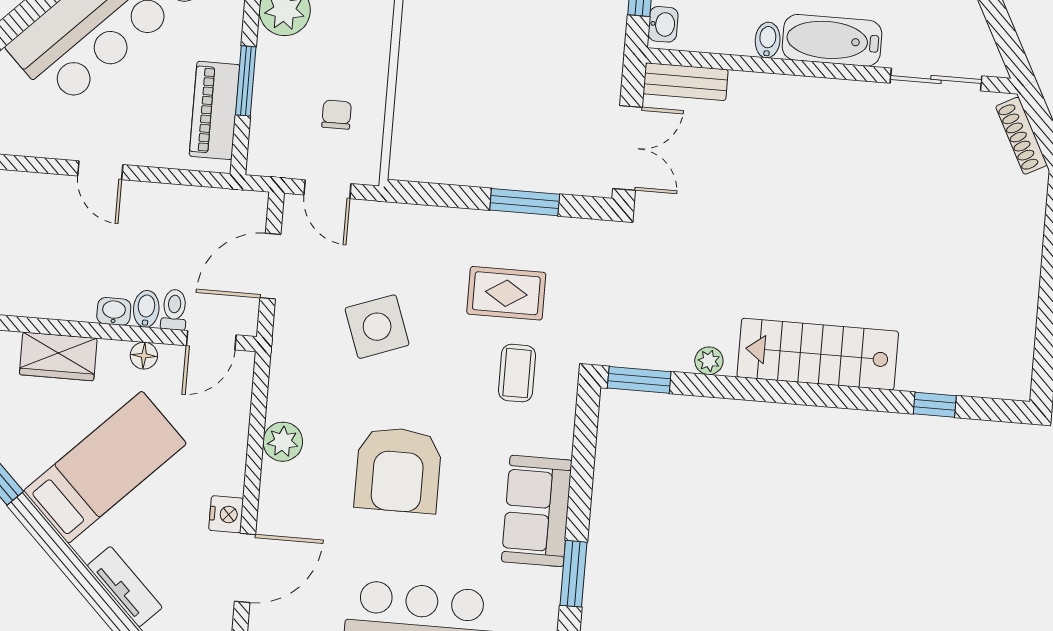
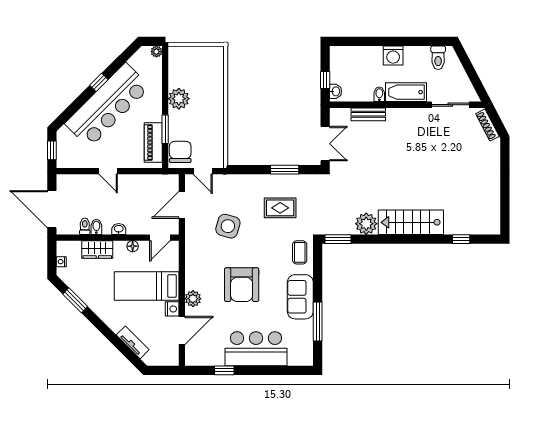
bench: (686, 82) -> (368, 114), moved
chair: (337, 115) -> (180, 152), moved, width x1.87, depth x1.87
bidet: (146, 309) -> (96, 227), moved
toilet: (174, 310) -> (85, 226), moved
side table: (377, 327) -> (228, 226), turned 36
plant: (709, 361) -> (366, 224), width x1.88, depth x1.88
coffee table: (517, 373) -> (300, 252), moved
plant: (283, 442) -> (193, 299), moved
bed: (105, 467) -> (147, 286), moved, turned -135
window: (574, 574) -> (318, 321), width x1.44

